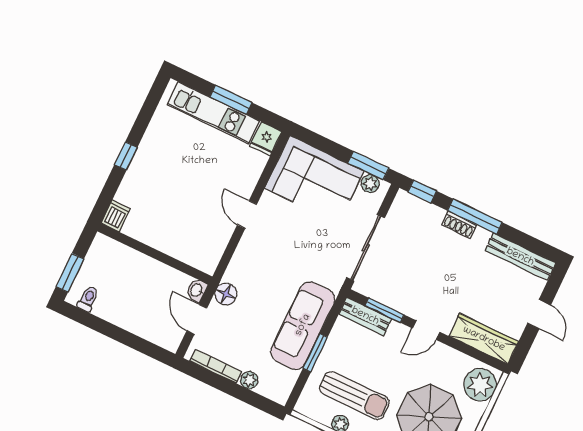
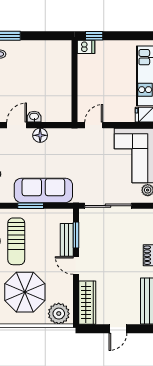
dishwasher: (116, 216) -> (86, 47), moved
wall: (155, 254) -> (75, 81), moved
bench: (365, 316) -> (67, 240), moved

